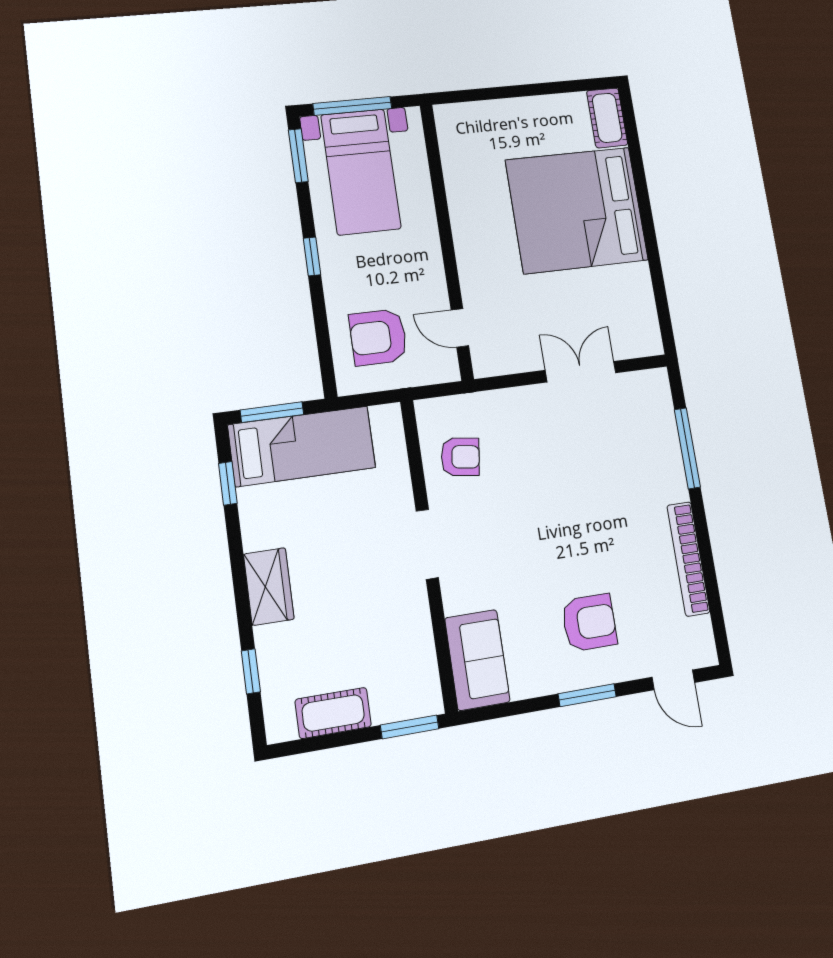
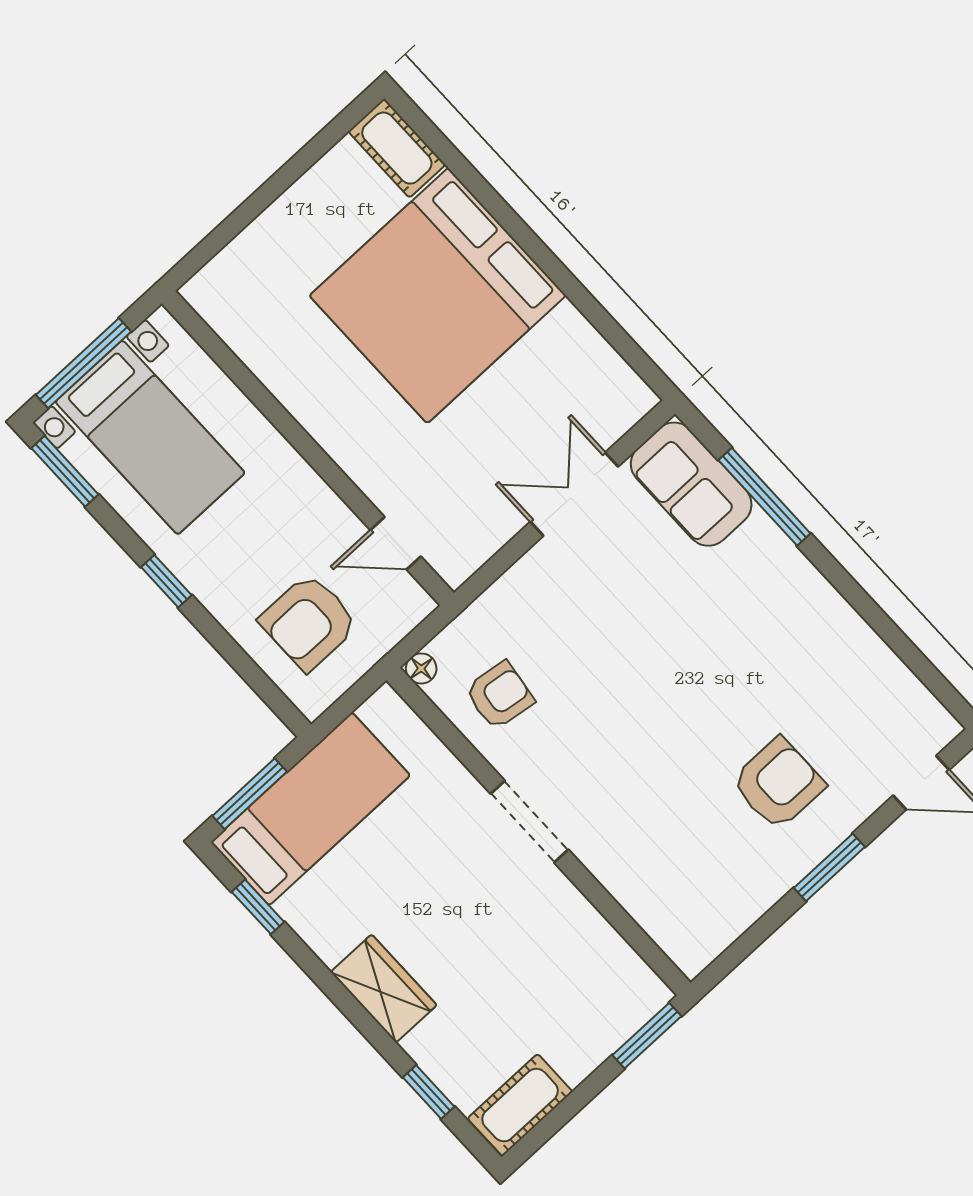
floor lamp: (425, 409) -> (421, 668), added
bookcase: (688, 559) -> (850, 629), removed
sofa: (477, 660) -> (691, 484), moved, turned 180
cot: (333, 713) -> (520, 1105), moved

